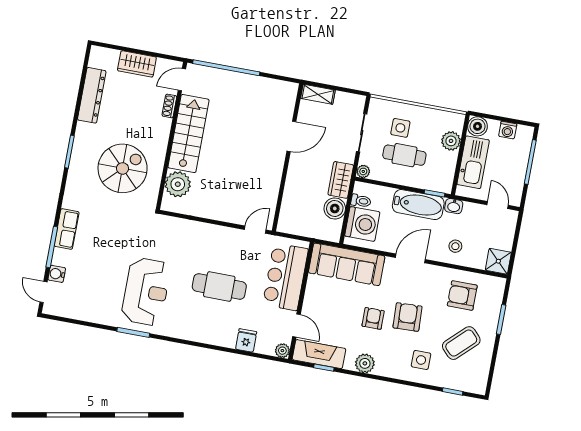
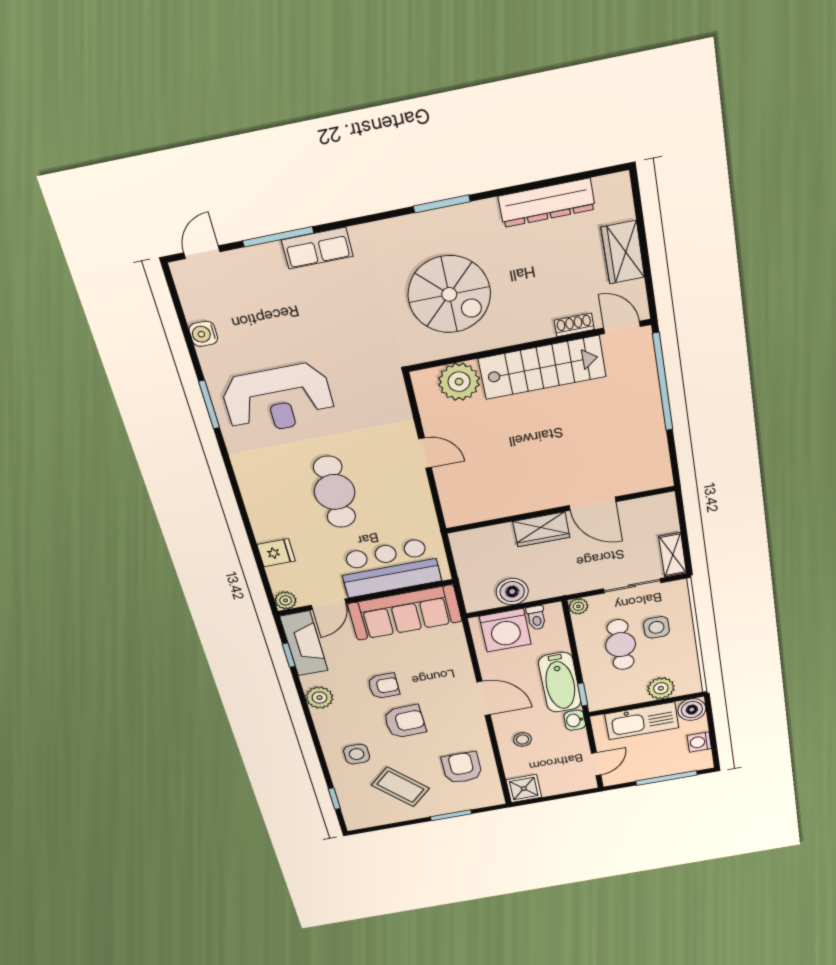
shelving: (318, 94) -> (673, 555), moved
wardrobe: (341, 180) -> (541, 529), moved, turned 180
door: (255, 230) -> (425, 453), moved
sofa: (347, 264) -> (405, 613), moved, turned -90
water cooler: (57, 274) -> (203, 334), moved, turned -90

